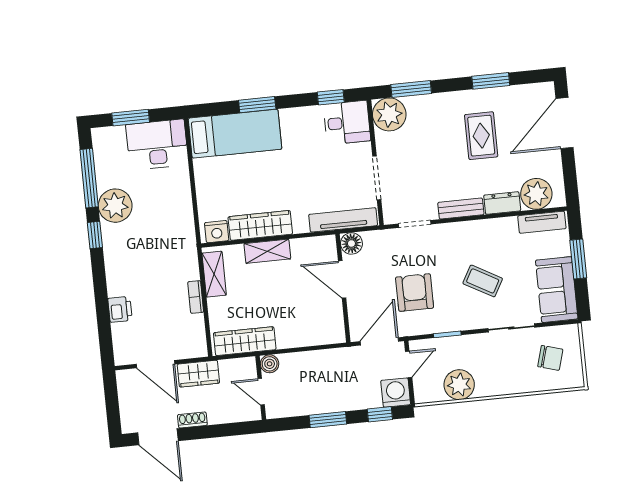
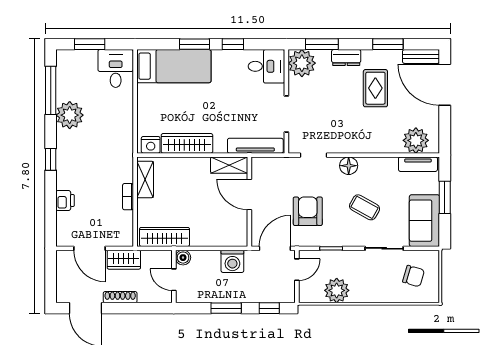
window: (331, 97) -> (233, 44), moved
door: (565, 123) -> (445, 85), hinge flipped
desk: (157, 145) -> (116, 68), width x0.73
dresser: (502, 203) -> (346, 58), moved, turned 180
bench: (461, 209) -> (421, 56), moved
window: (95, 235) -> (51, 159), moved
floor lamp: (351, 243) -> (349, 166), moved
shelving: (267, 251) -> (229, 165), moved
washing machine: (396, 393) -> (232, 261), moved, turned 180
shoe rack: (192, 420) -> (120, 297), width x1.43

